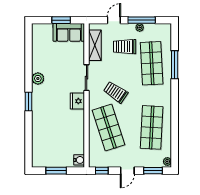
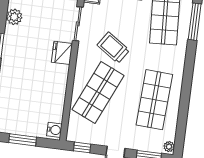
shop shelf: (108, 127) -> (98, 92), turned 42

